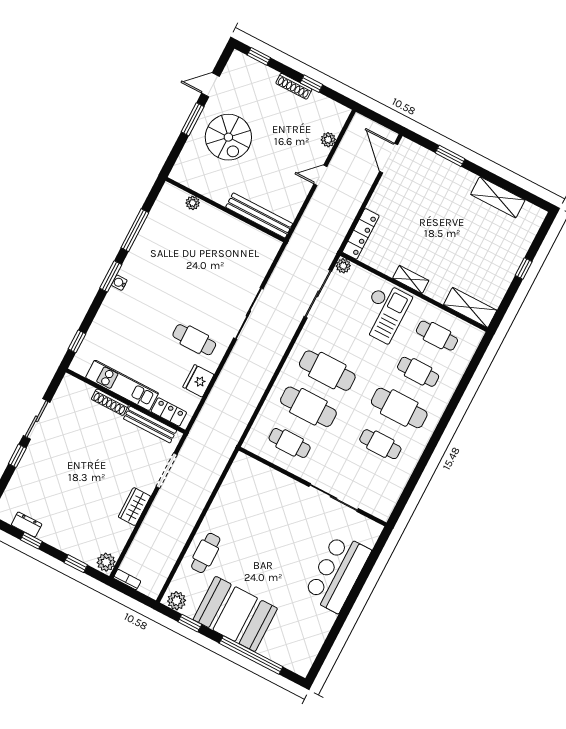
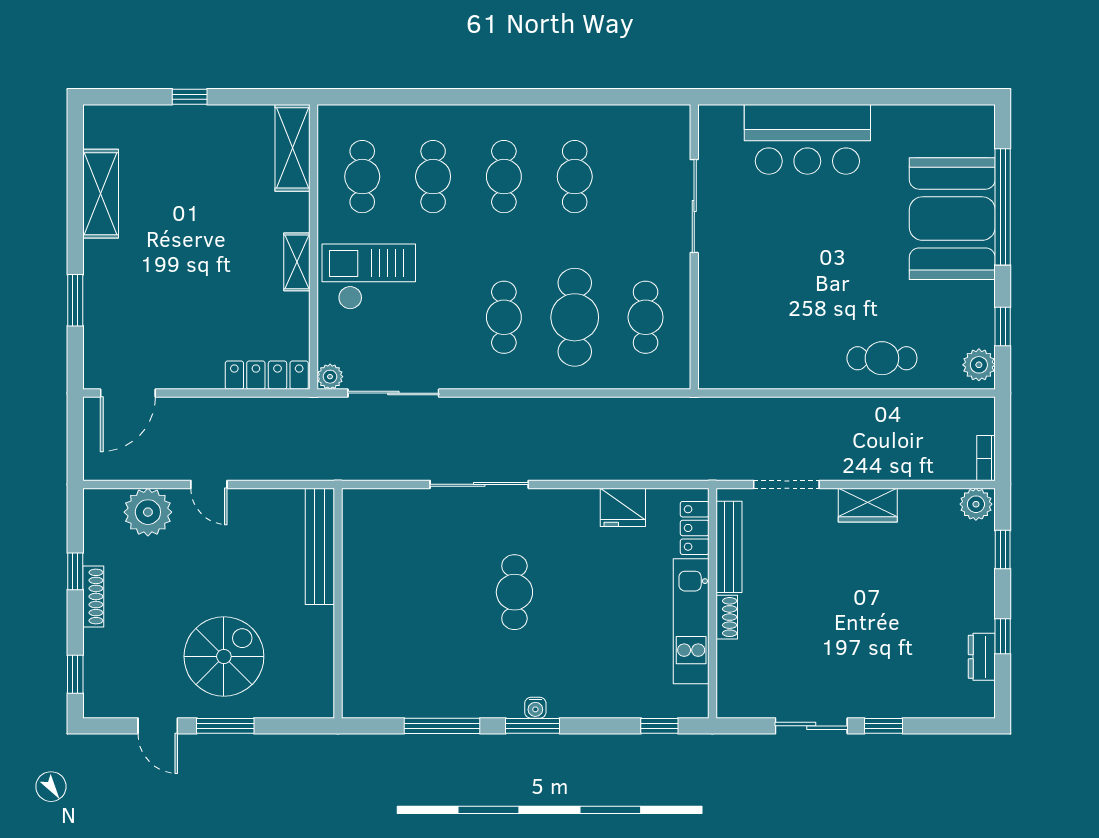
plant: (328, 140) -> (148, 512), width x1.87, depth x1.87
plant: (193, 203) -> (354, 659), removed
cafe table: (194, 340) -> (514, 592), moved
cafe table: (327, 371) -> (504, 317), width x0.73, depth x0.74
shoe rack: (110, 402) -> (727, 617), width x0.70
cafe table: (399, 408) -> (504, 177), width x0.73, depth x0.74
booth: (235, 614) -> (952, 219), moved

